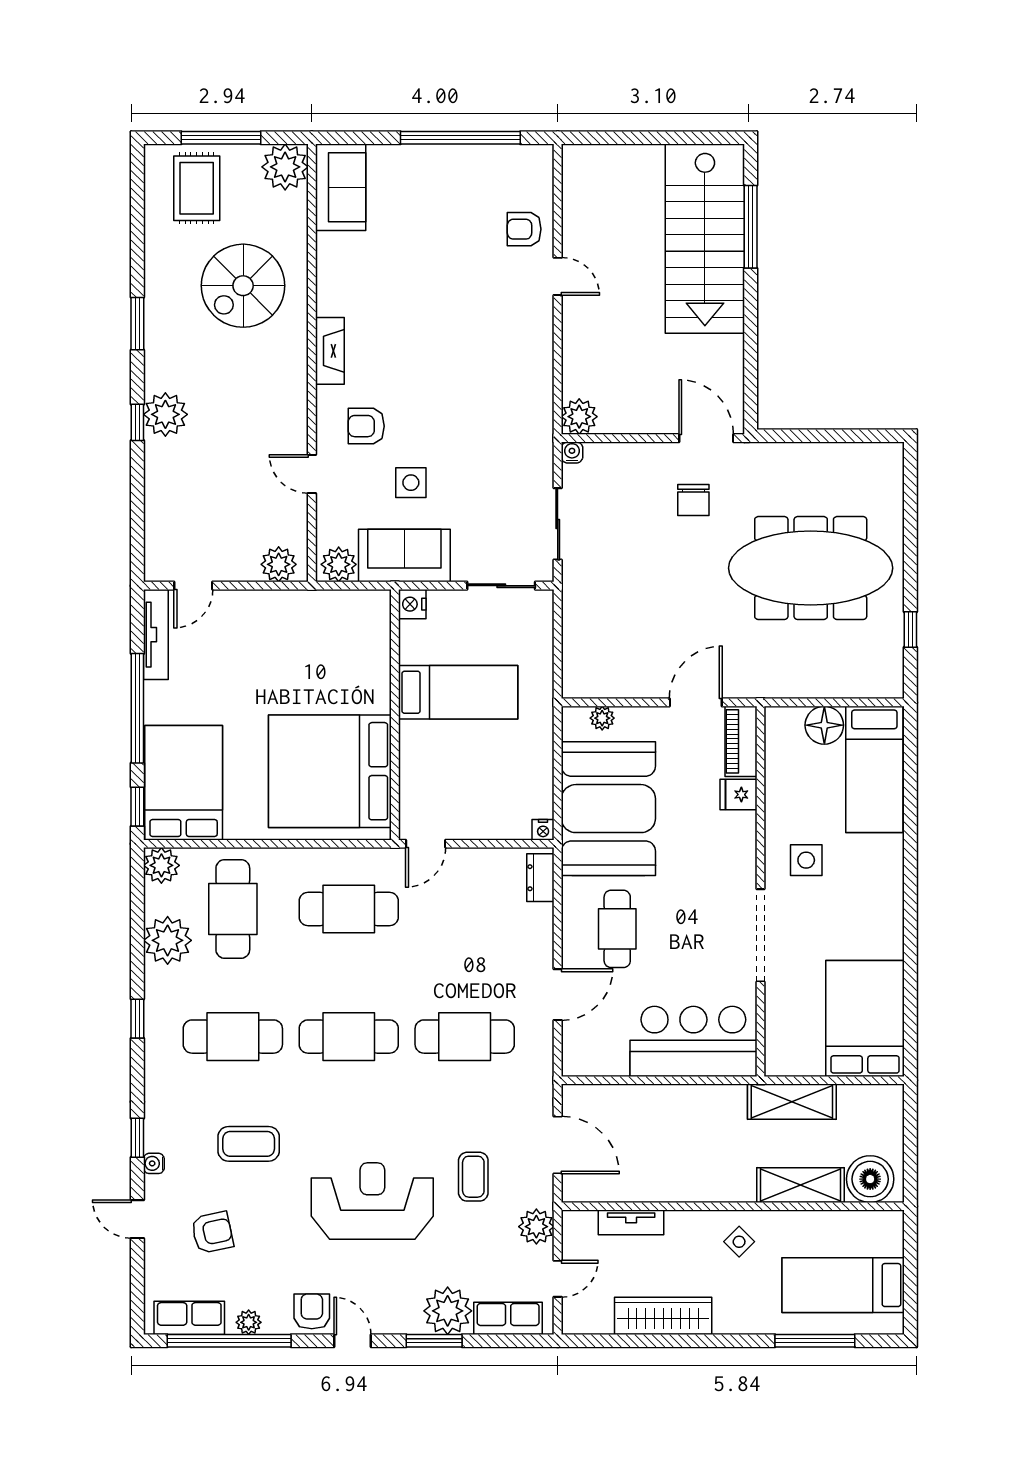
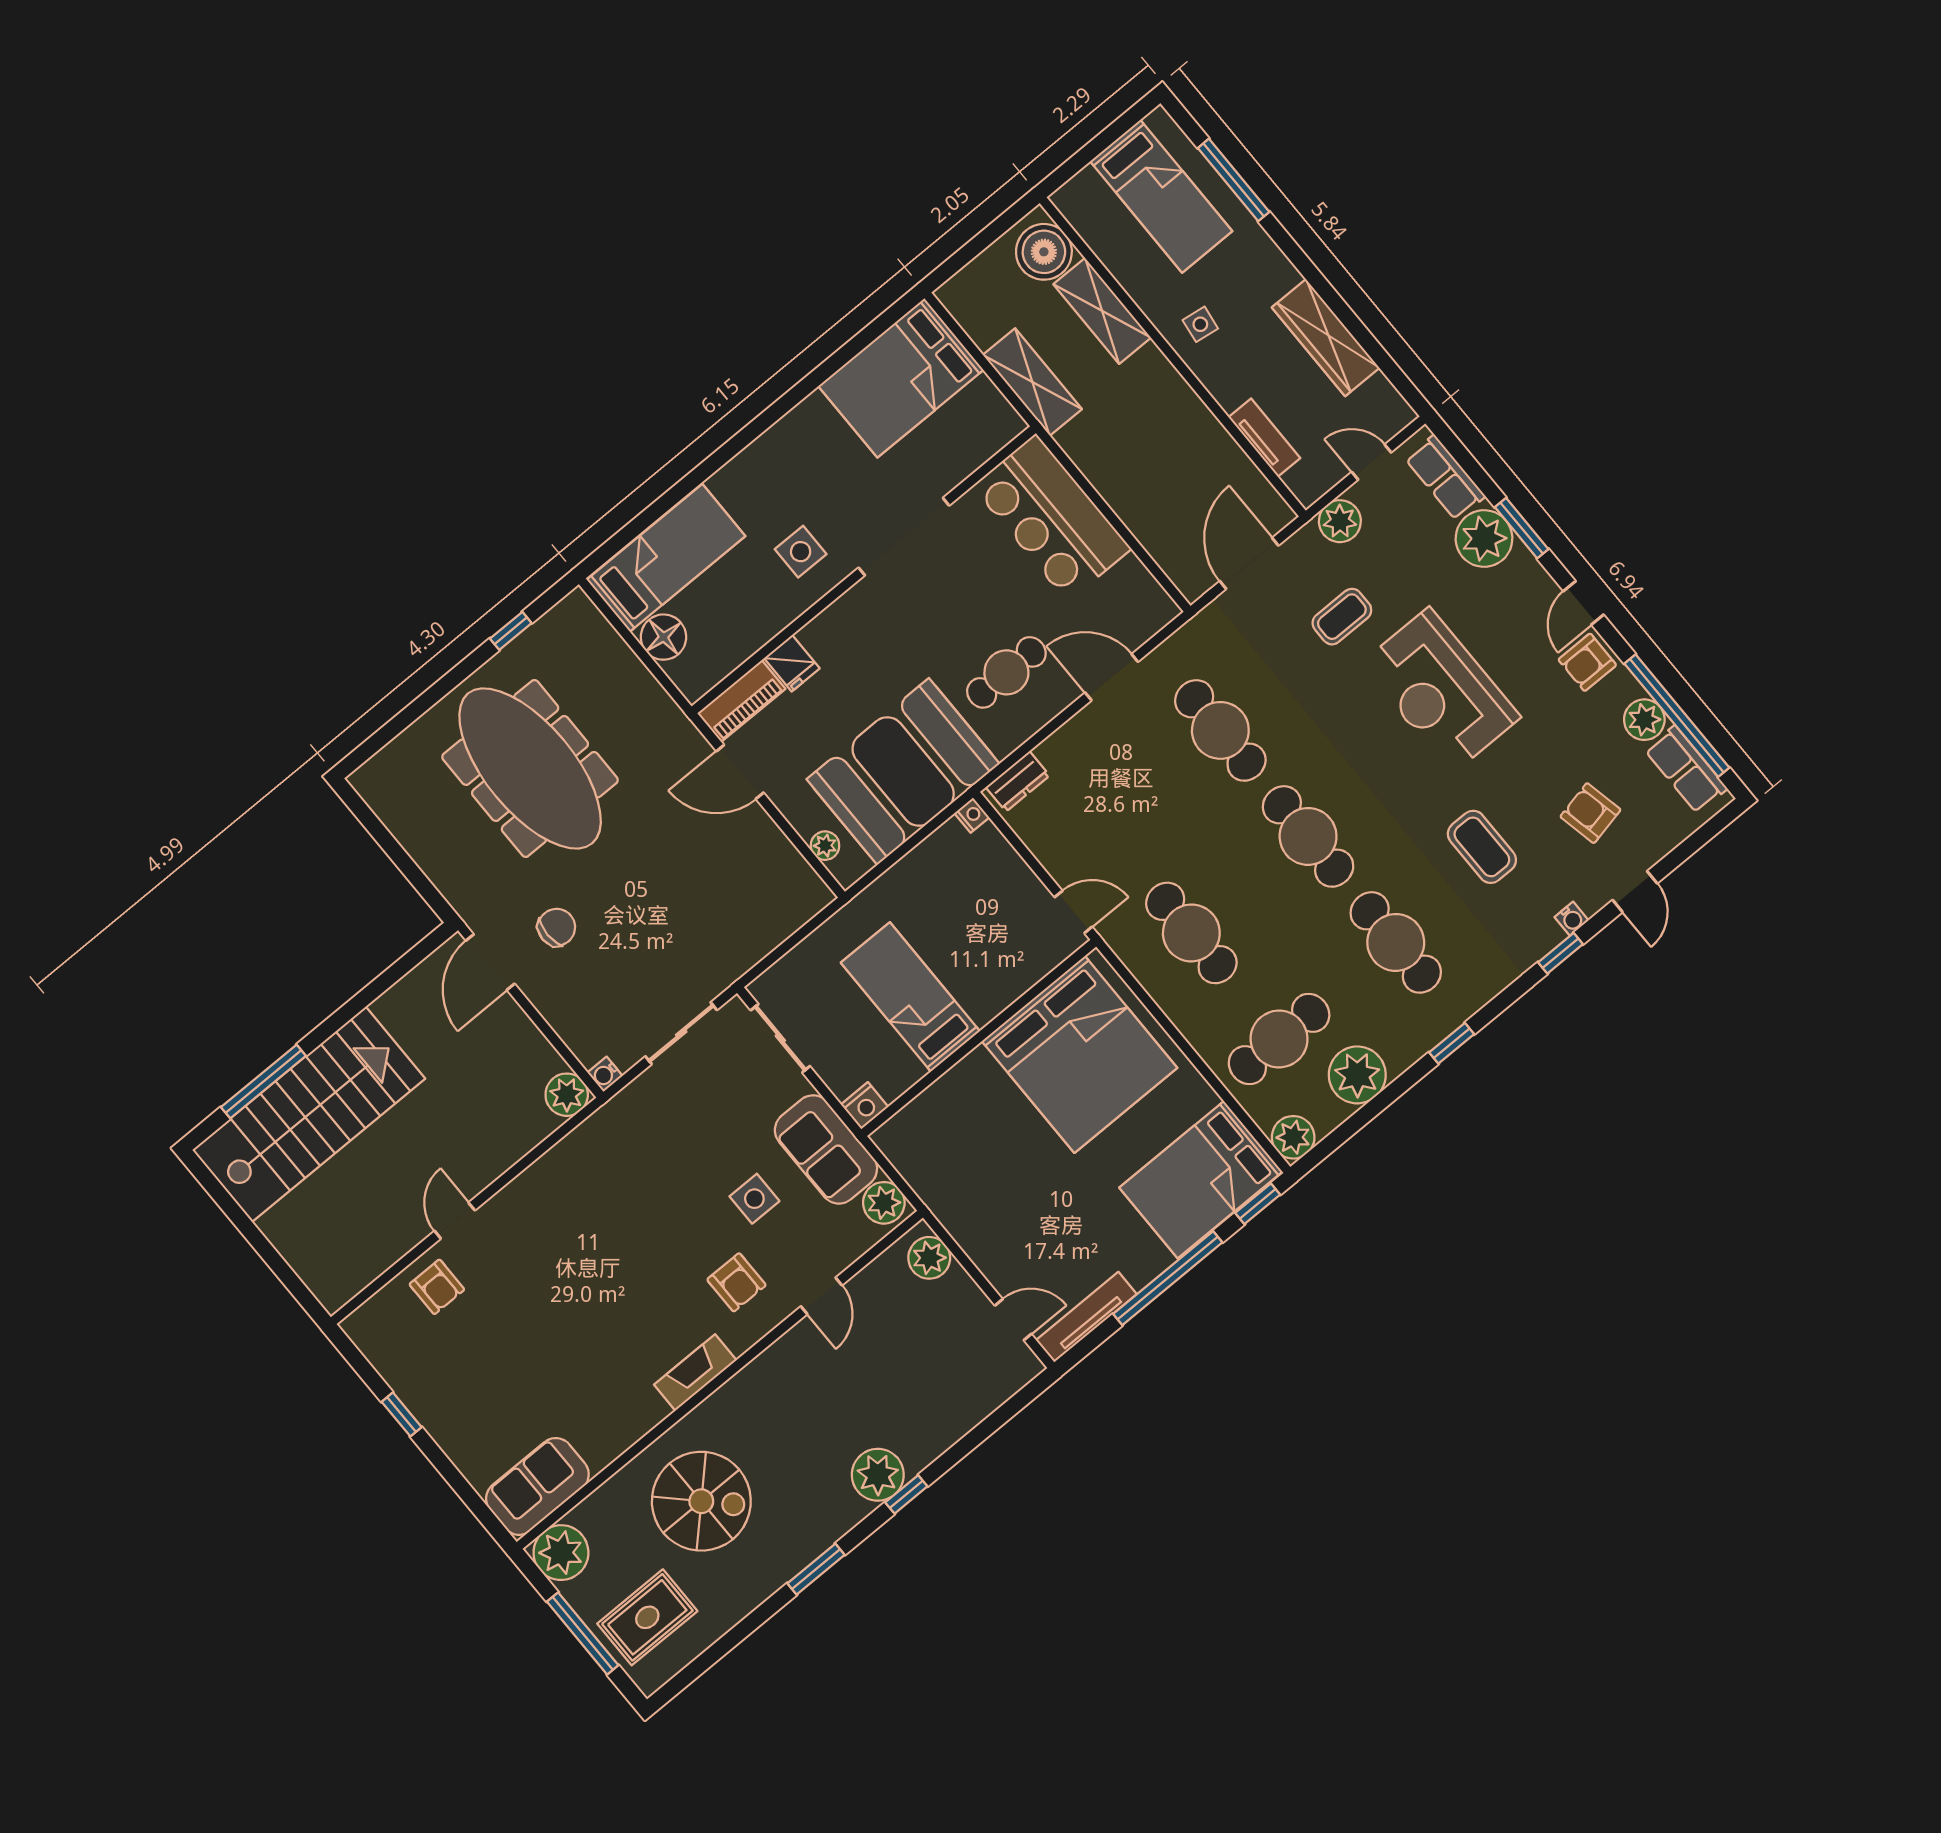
window: (460, 138) -> (402, 1414), width x0.32
side table: (739, 1242) -> (1200, 324), turned -37
plant: (249, 1322) -> (1644, 720), width x1.38, depth x1.38

